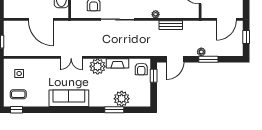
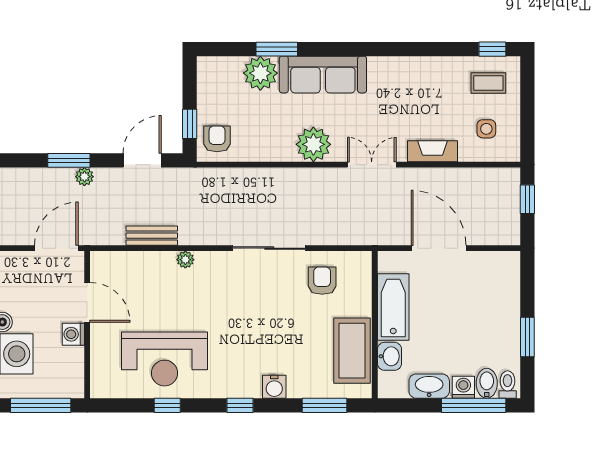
door: (226, 19) -> (56, 248), moved
fireplace: (118, 63) -> (432, 151), moved
sofa: (69, 98) -> (323, 75), moved

